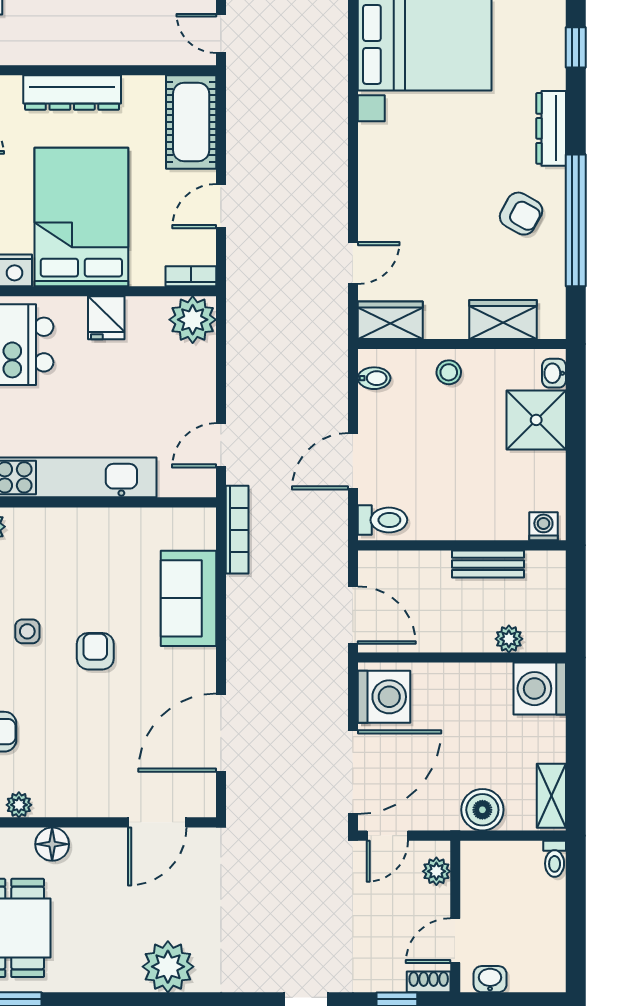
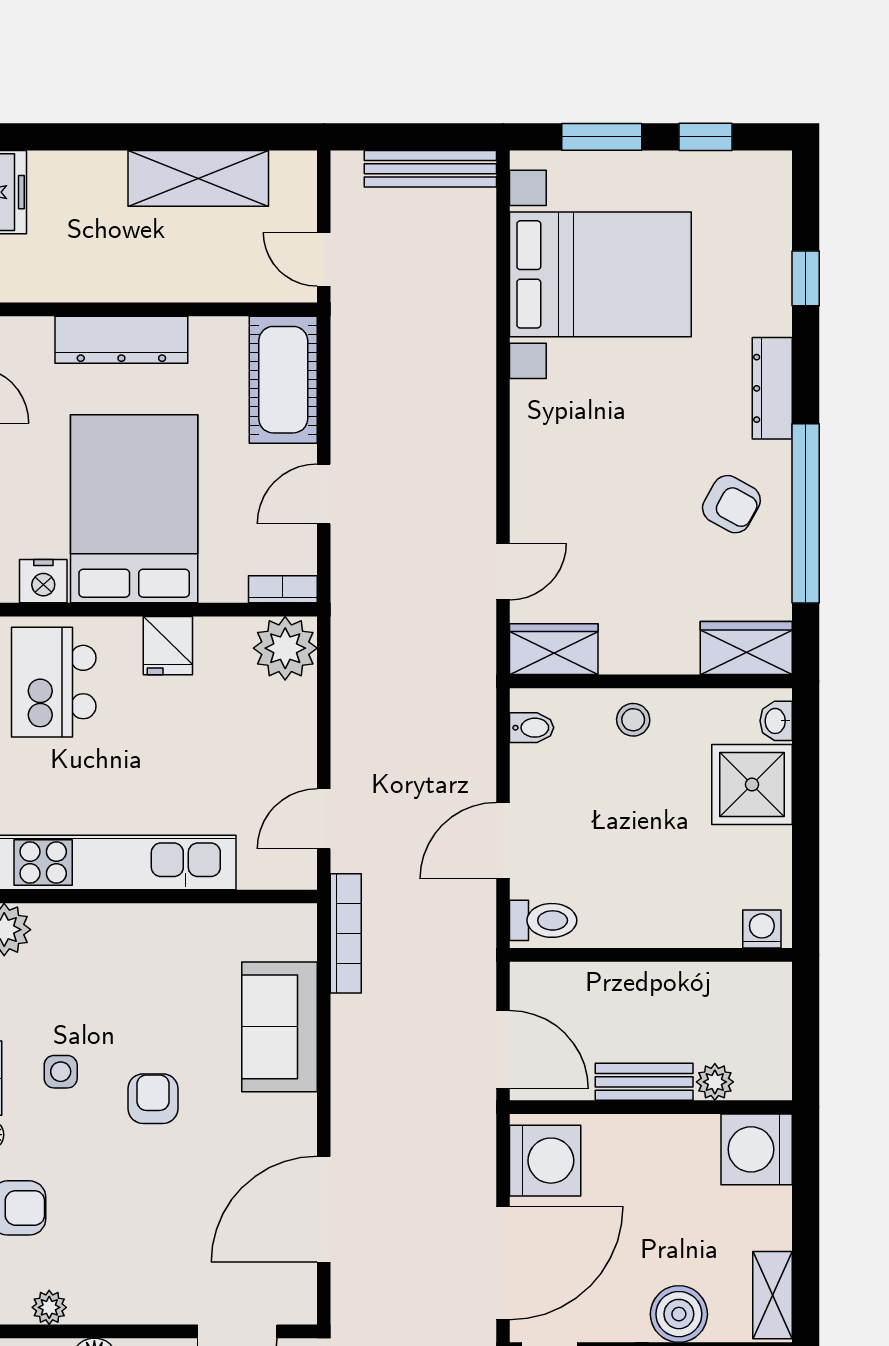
wardrobe: (503, 320) -> (746, 648), moved
bench: (488, 564) -> (644, 1082), moved

